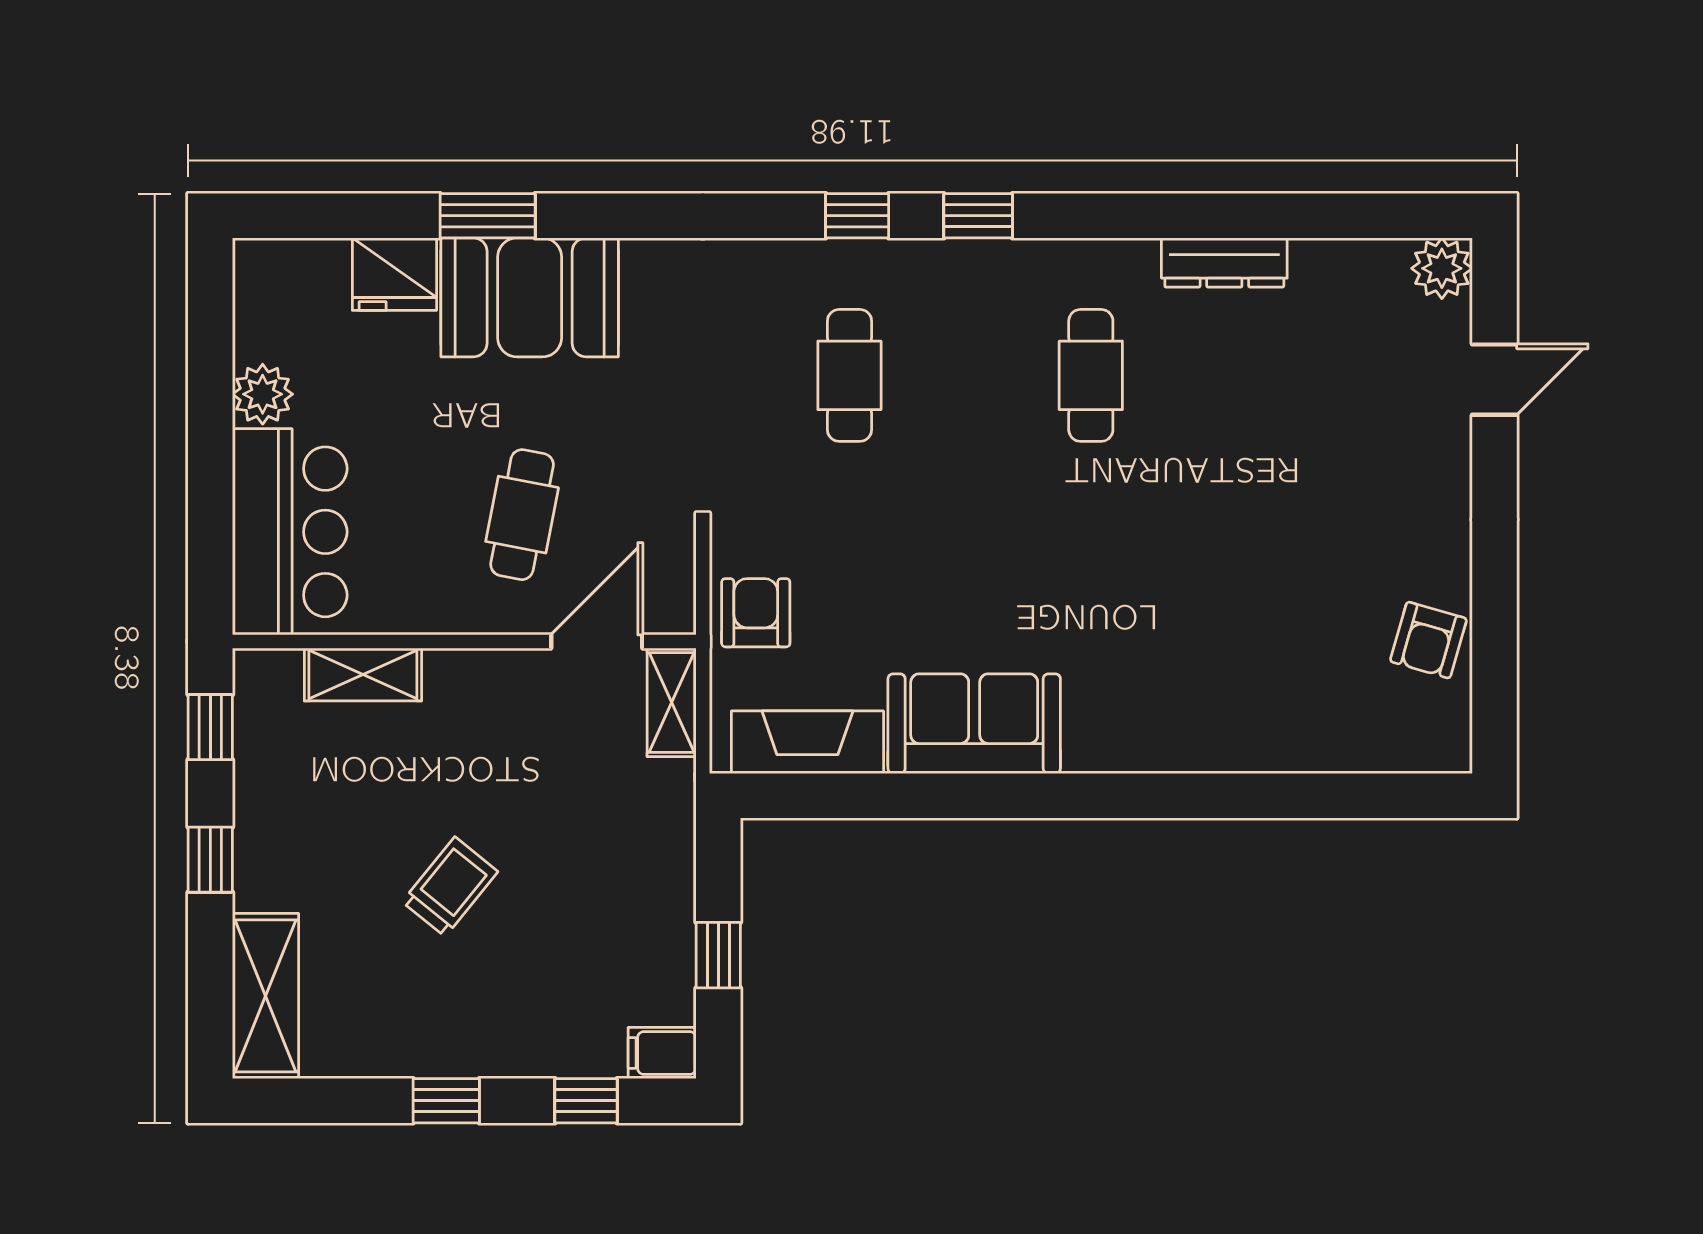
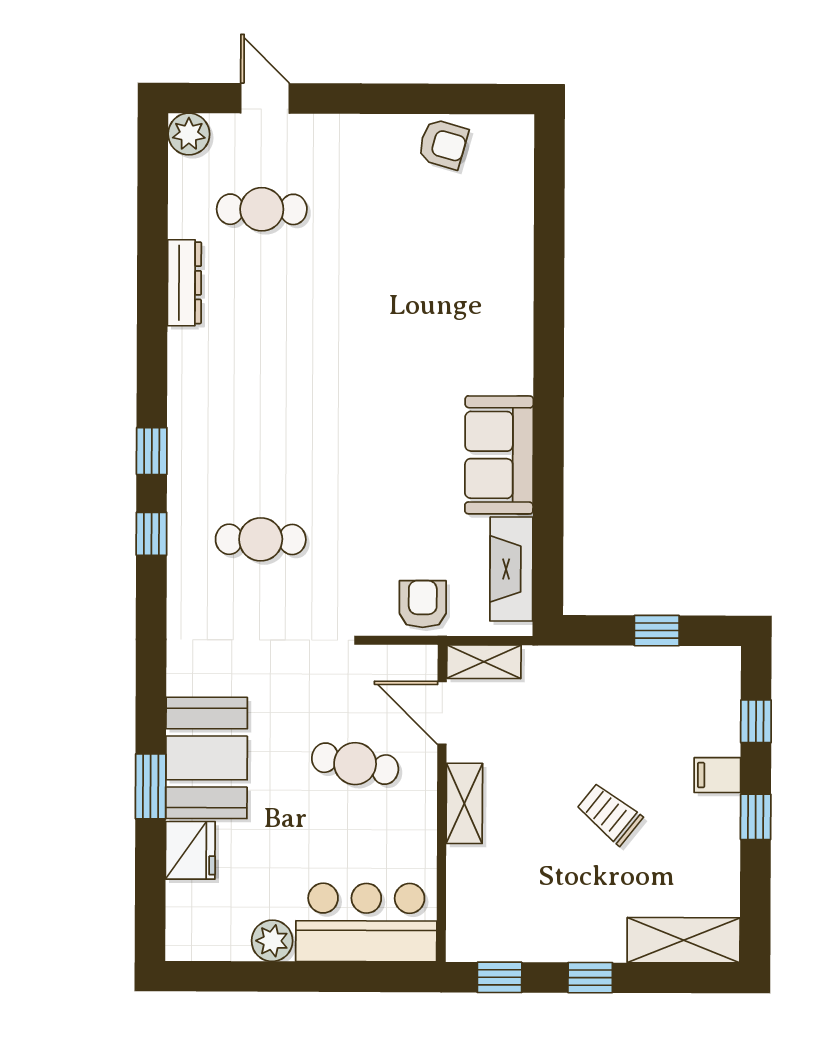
cafe table: (1091, 375) -> (262, 209), moved
armchair: (756, 613) -> (423, 604), turned 90
shelving: (363, 675) -> (464, 803), moved
filing cabinet: (662, 1053) -> (717, 775), moved, turned 90

